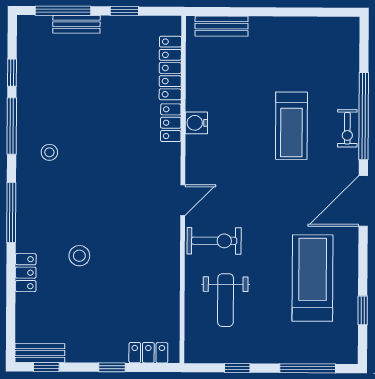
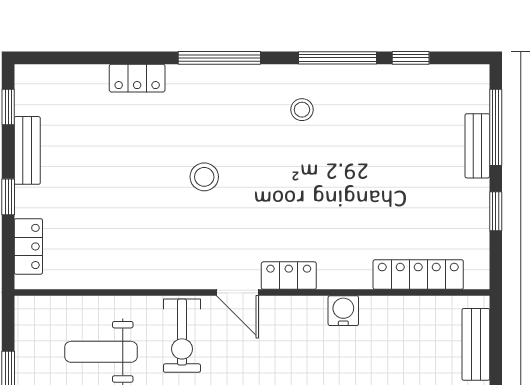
locker: (171, 123) -> (289, 276), moved
stool: (79, 256) -> (204, 177), moved
bench: (40, 353) -> (27, 150), moved

